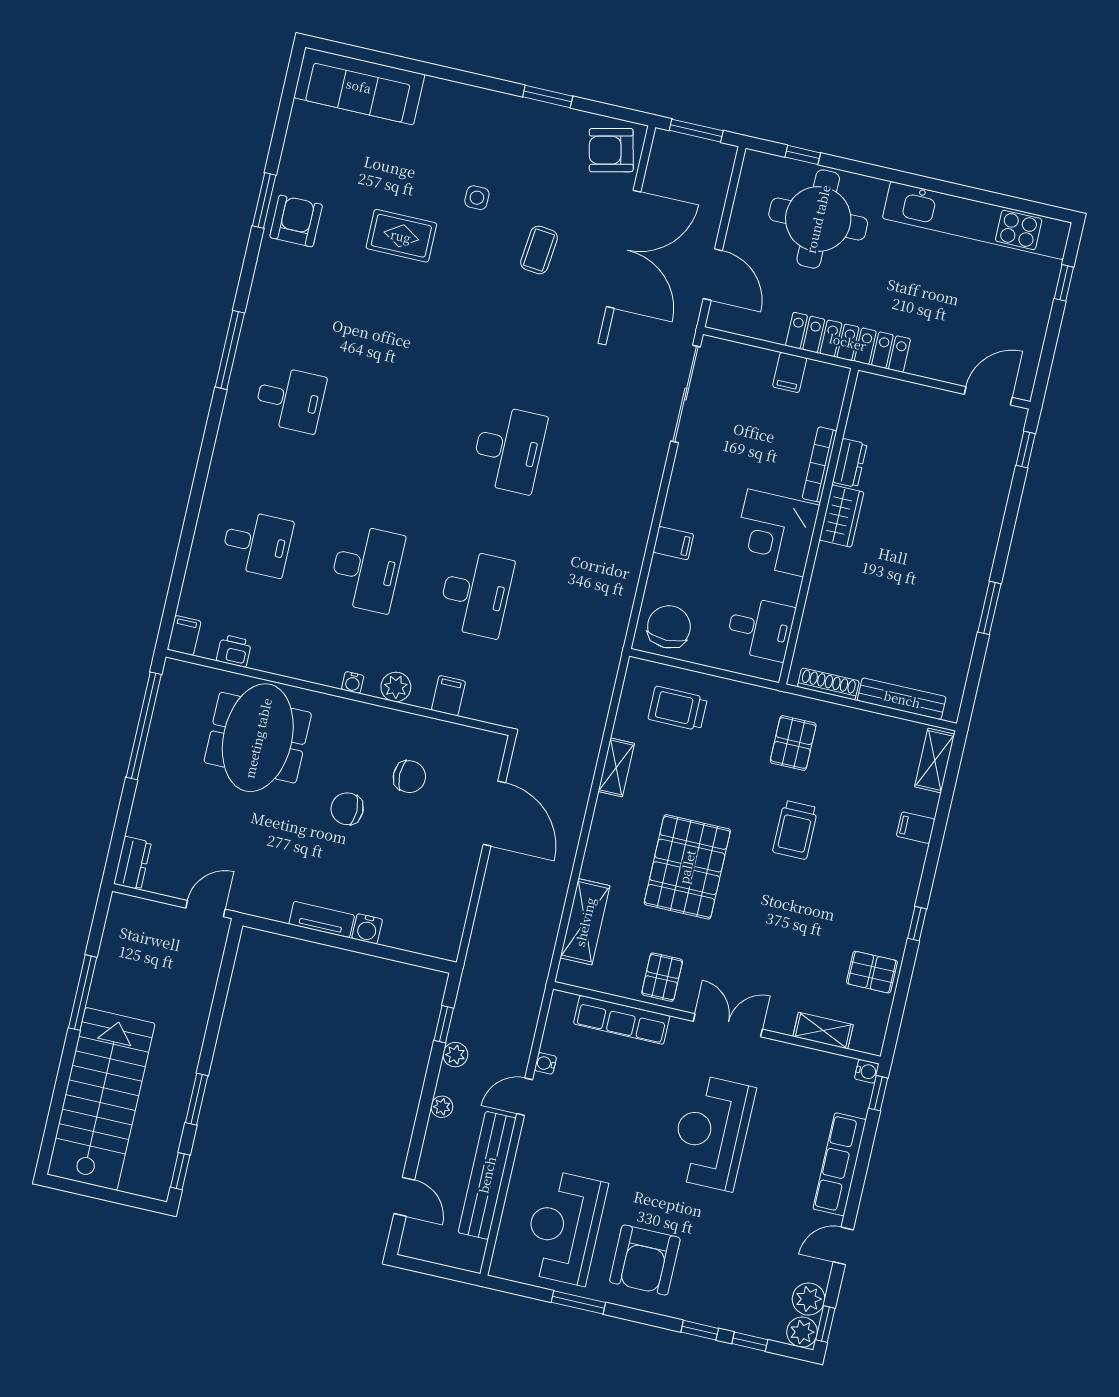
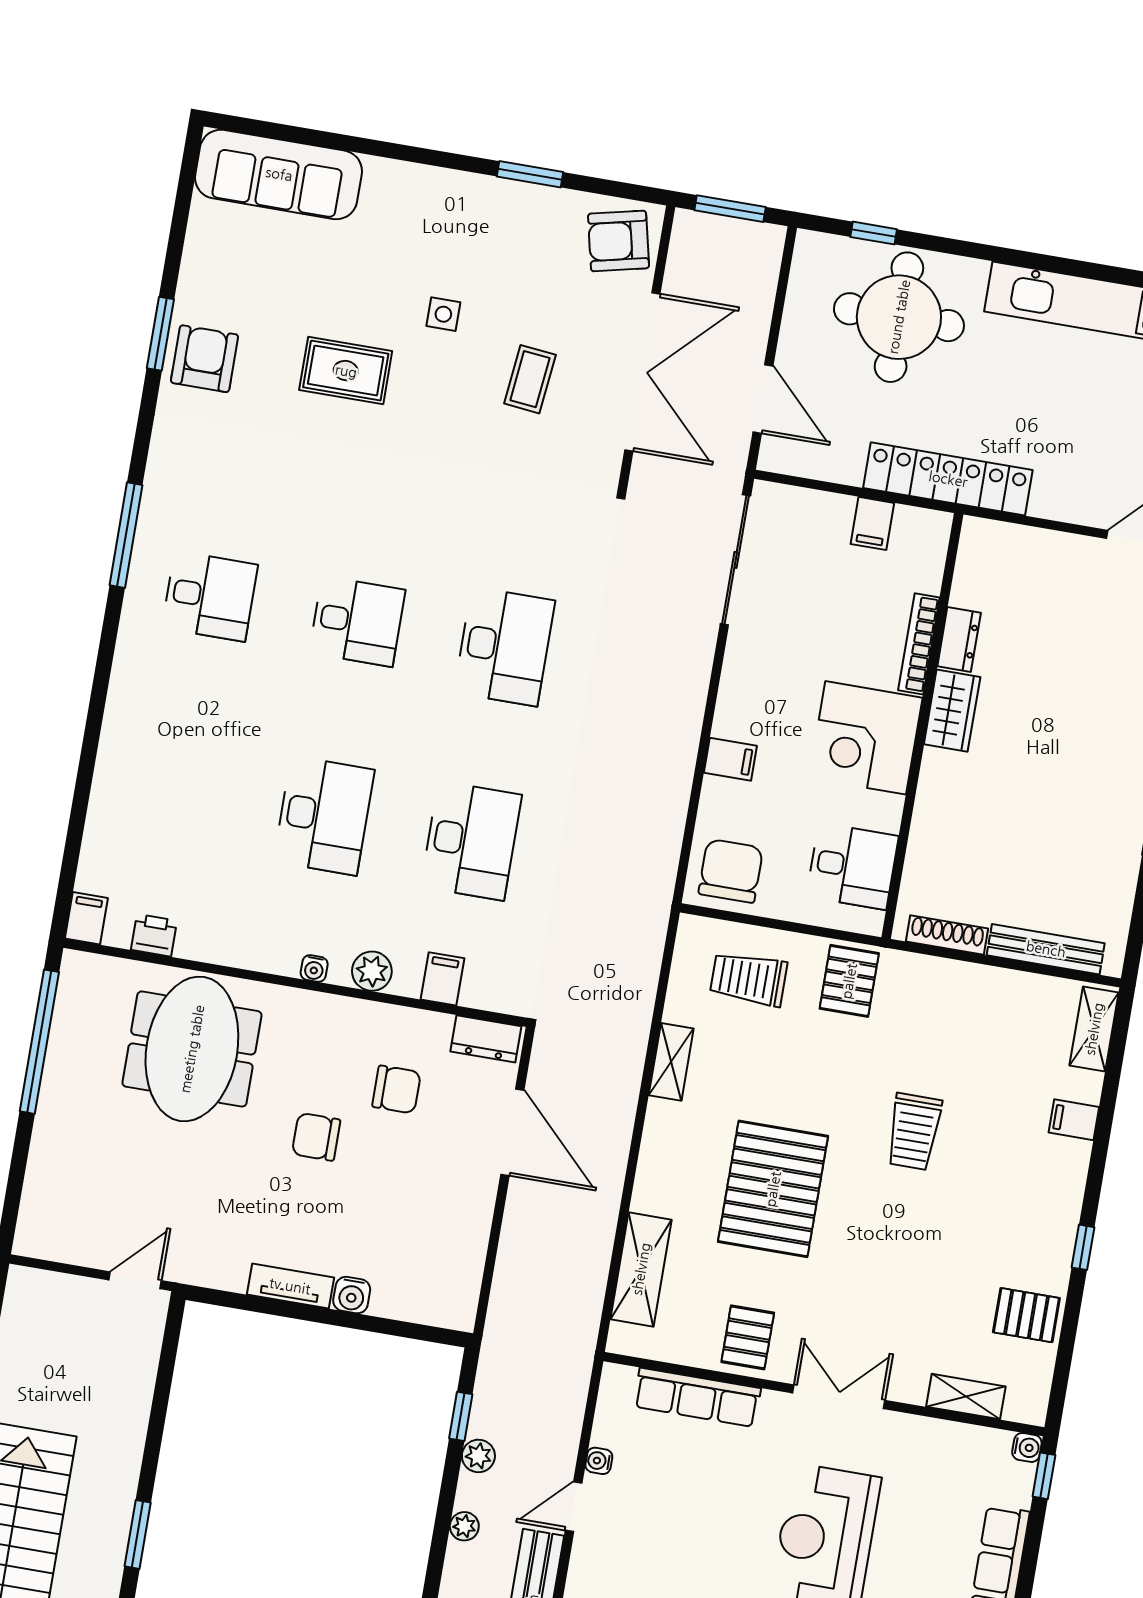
desk: (257, 543) -> (357, 621), moved
pallet: (793, 743) -> (849, 981), moved
dresser: (133, 863) -> (486, 1039), moved, turned 90

